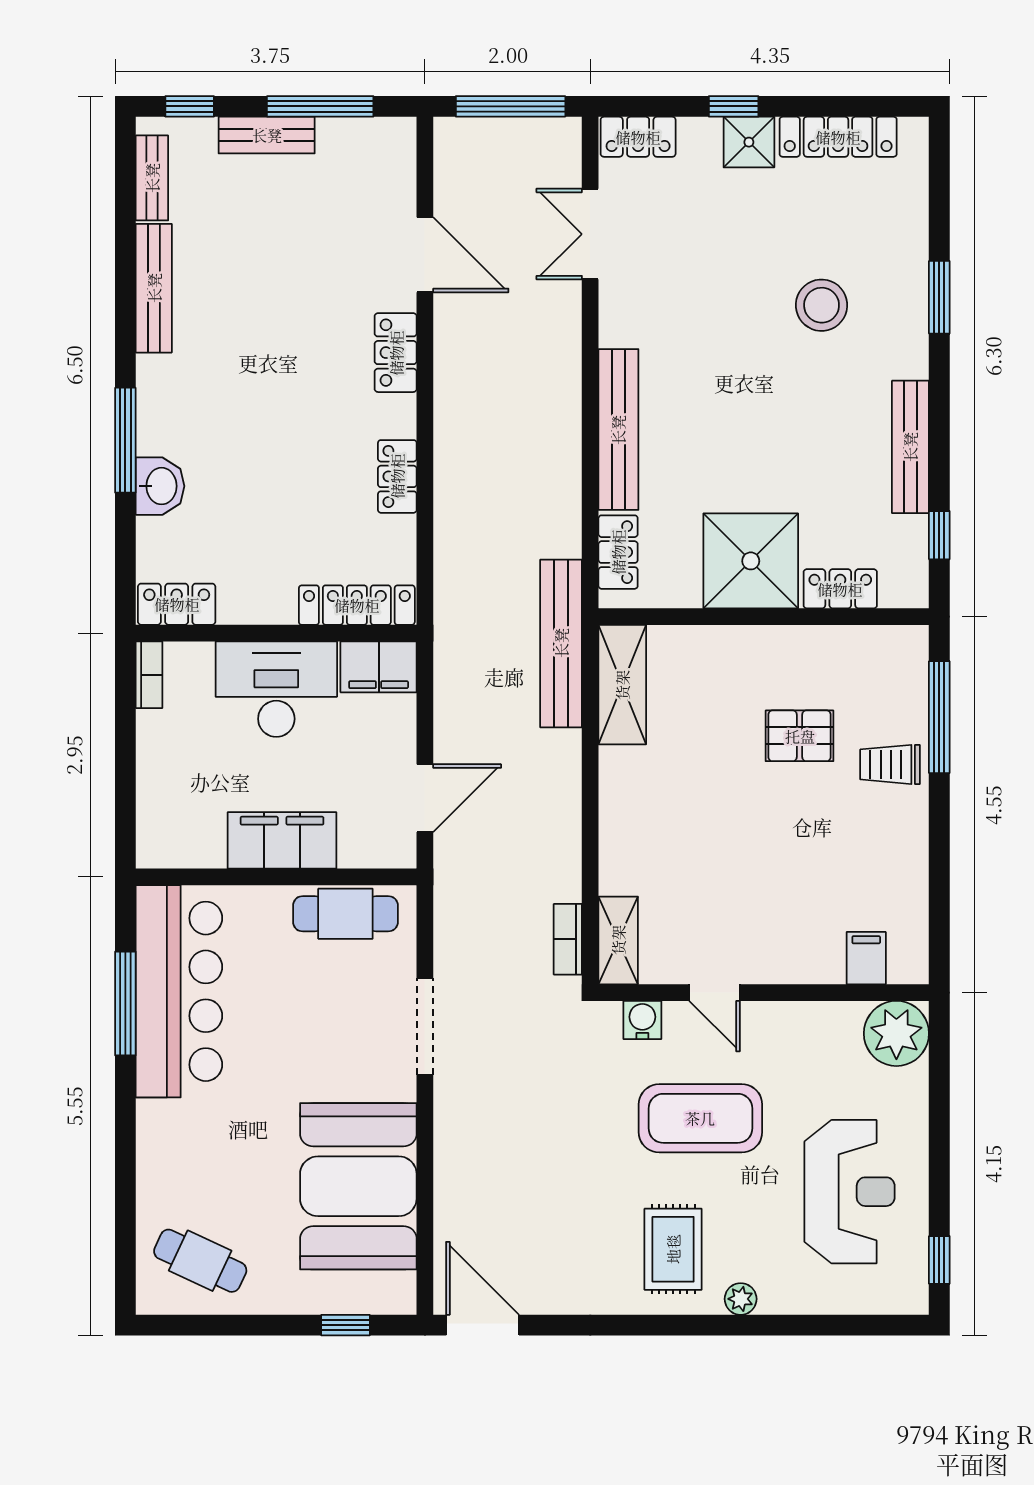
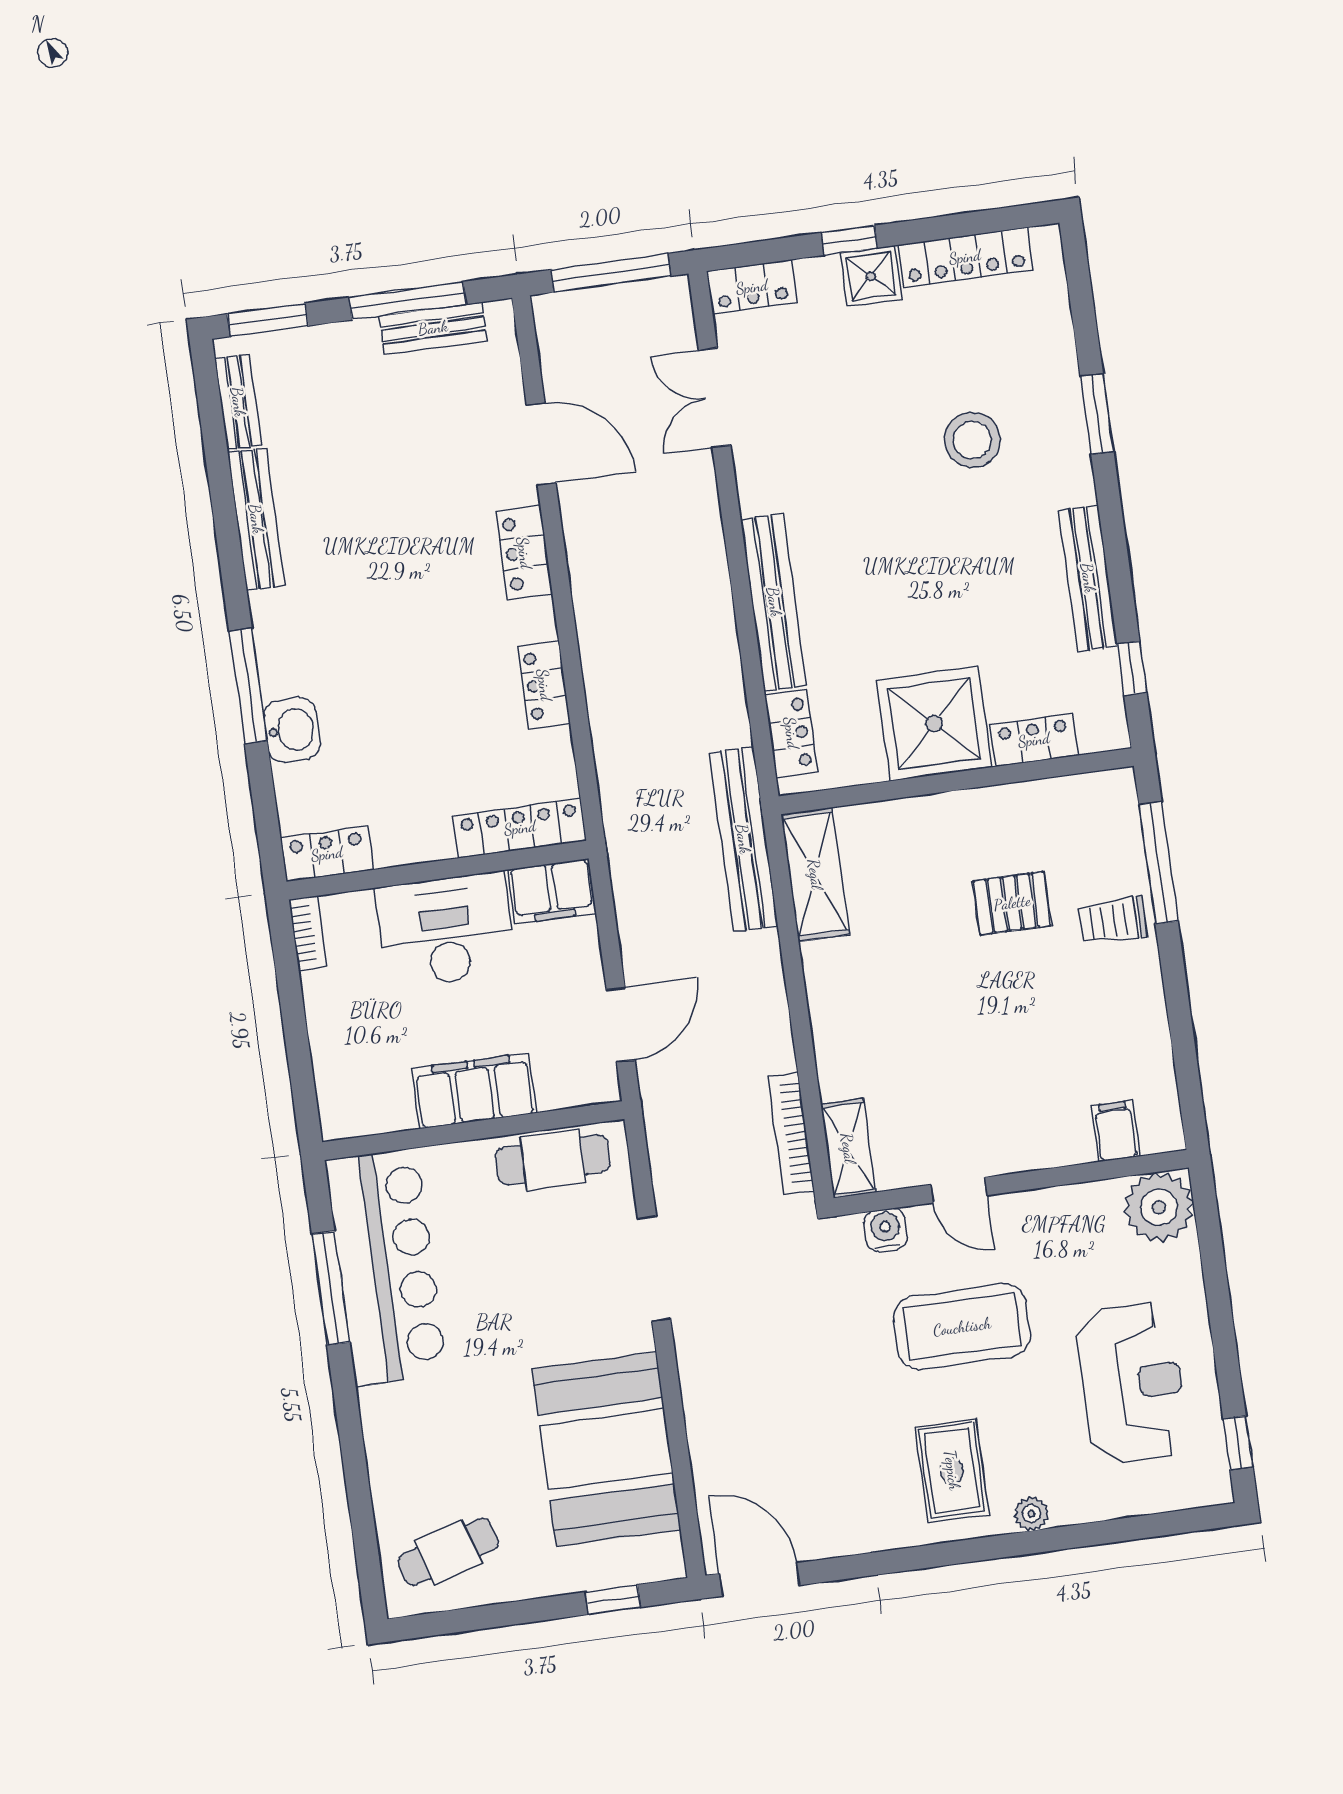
window: (190, 106) -> (268, 320), width x1.50
bench: (267, 135) -> (433, 328), moved
bookcase: (568, 939) -> (791, 1133), width x1.56
cafe table: (200, 1261) -> (448, 1552), turned -42

